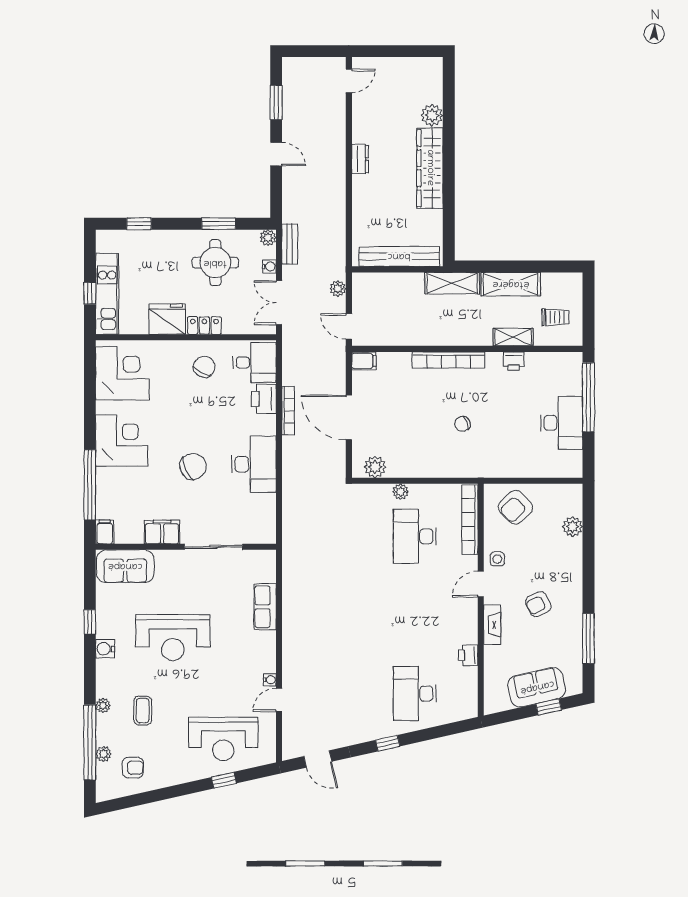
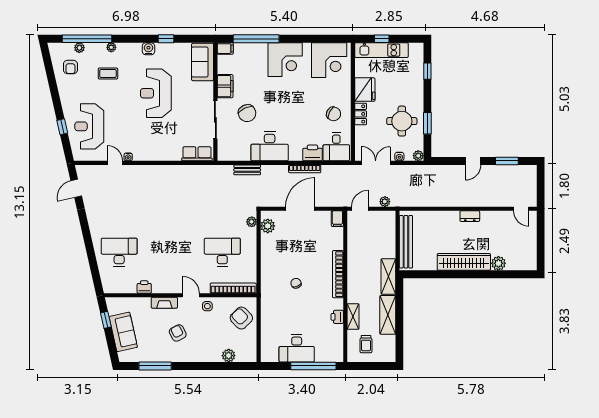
bench: (290, 244) -> (247, 170), moved
chair: (193, 466) -> (247, 113), moved
plant: (400, 492) -> (252, 222), moved
row of seats: (265, 607) -> (197, 154), moved
window: (549, 707) -> (106, 320), moved
window: (388, 743) -> (87, 234), removed

